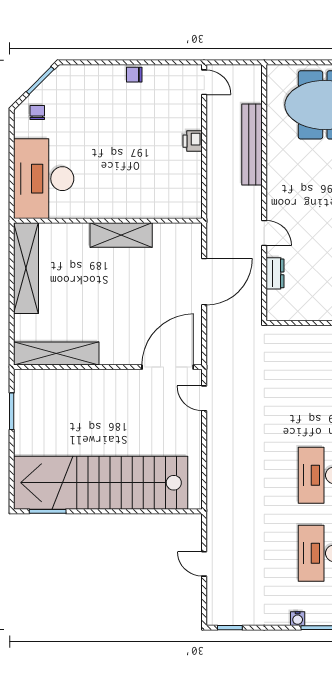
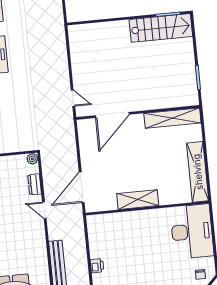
door: (204, 282) -> (82, 187), moved
plant: (275, 313) -> (32, 159), added
door: (168, 367) -> (112, 115), moved
stairs: (101, 483) -> (161, 28), width x0.54, depth x0.66

